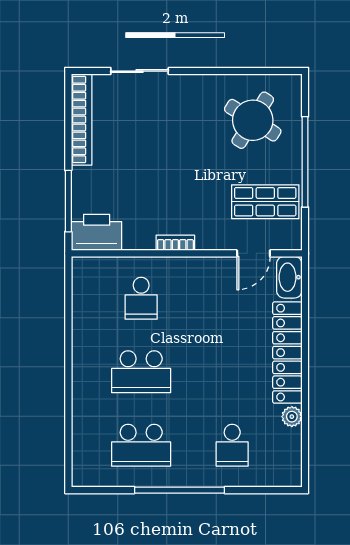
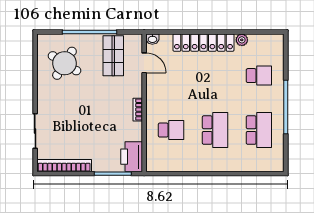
washbasin: (289, 277) -> (152, 39), width x0.52, depth x0.69

